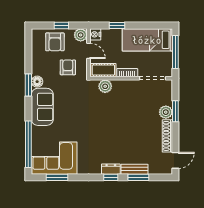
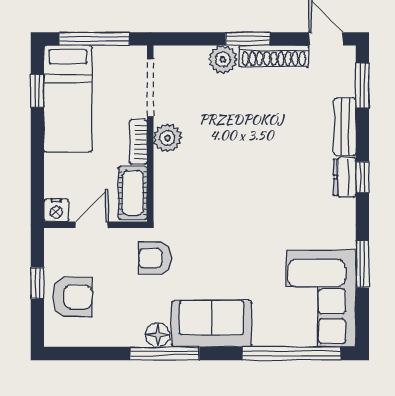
window: (117, 25) -> (37, 91), moved
plant: (81, 35) -> (58, 242), removed
armchair: (68, 67) -> (155, 258), moved
window: (28, 85) -> (165, 353), width x1.44
plant: (105, 86) -> (168, 138), moved
window: (175, 111) -> (248, 39), moved
window: (57, 177) -> (362, 264), moved
window: (138, 177) -> (362, 85), moved

